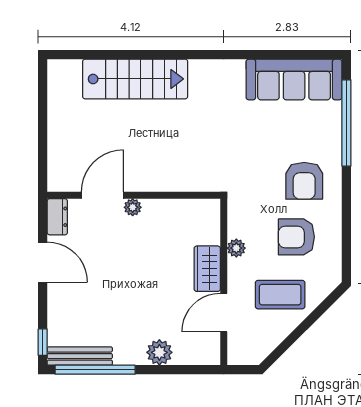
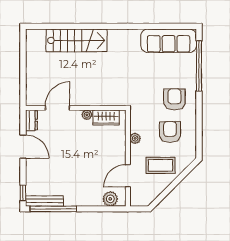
armchair: (304, 181) -> (174, 99), turned 180
plant: (133, 207) -> (87, 115), moved
armchair: (296, 237) -> (170, 132), turned 90
wardrobe: (207, 269) -> (106, 117), moved, turned -90
plant: (159, 352) -> (110, 199), moved

